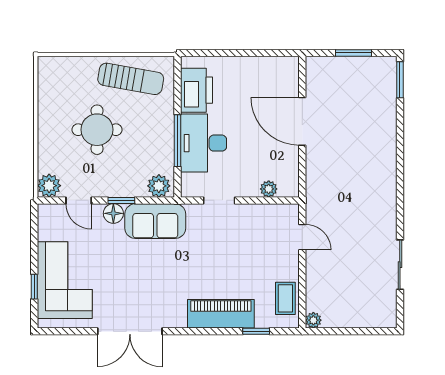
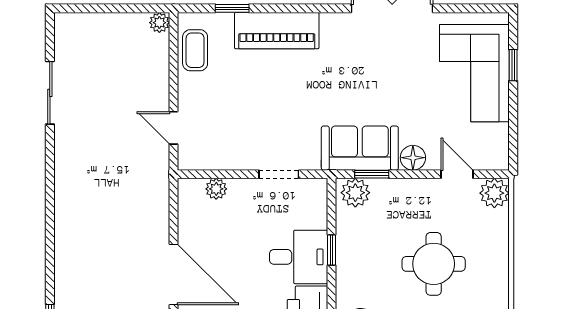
window: (178, 141) -> (331, 250), width x0.46
desk: (204, 143) -> (299, 257), width x0.73
window: (121, 200) -> (372, 174), moved

